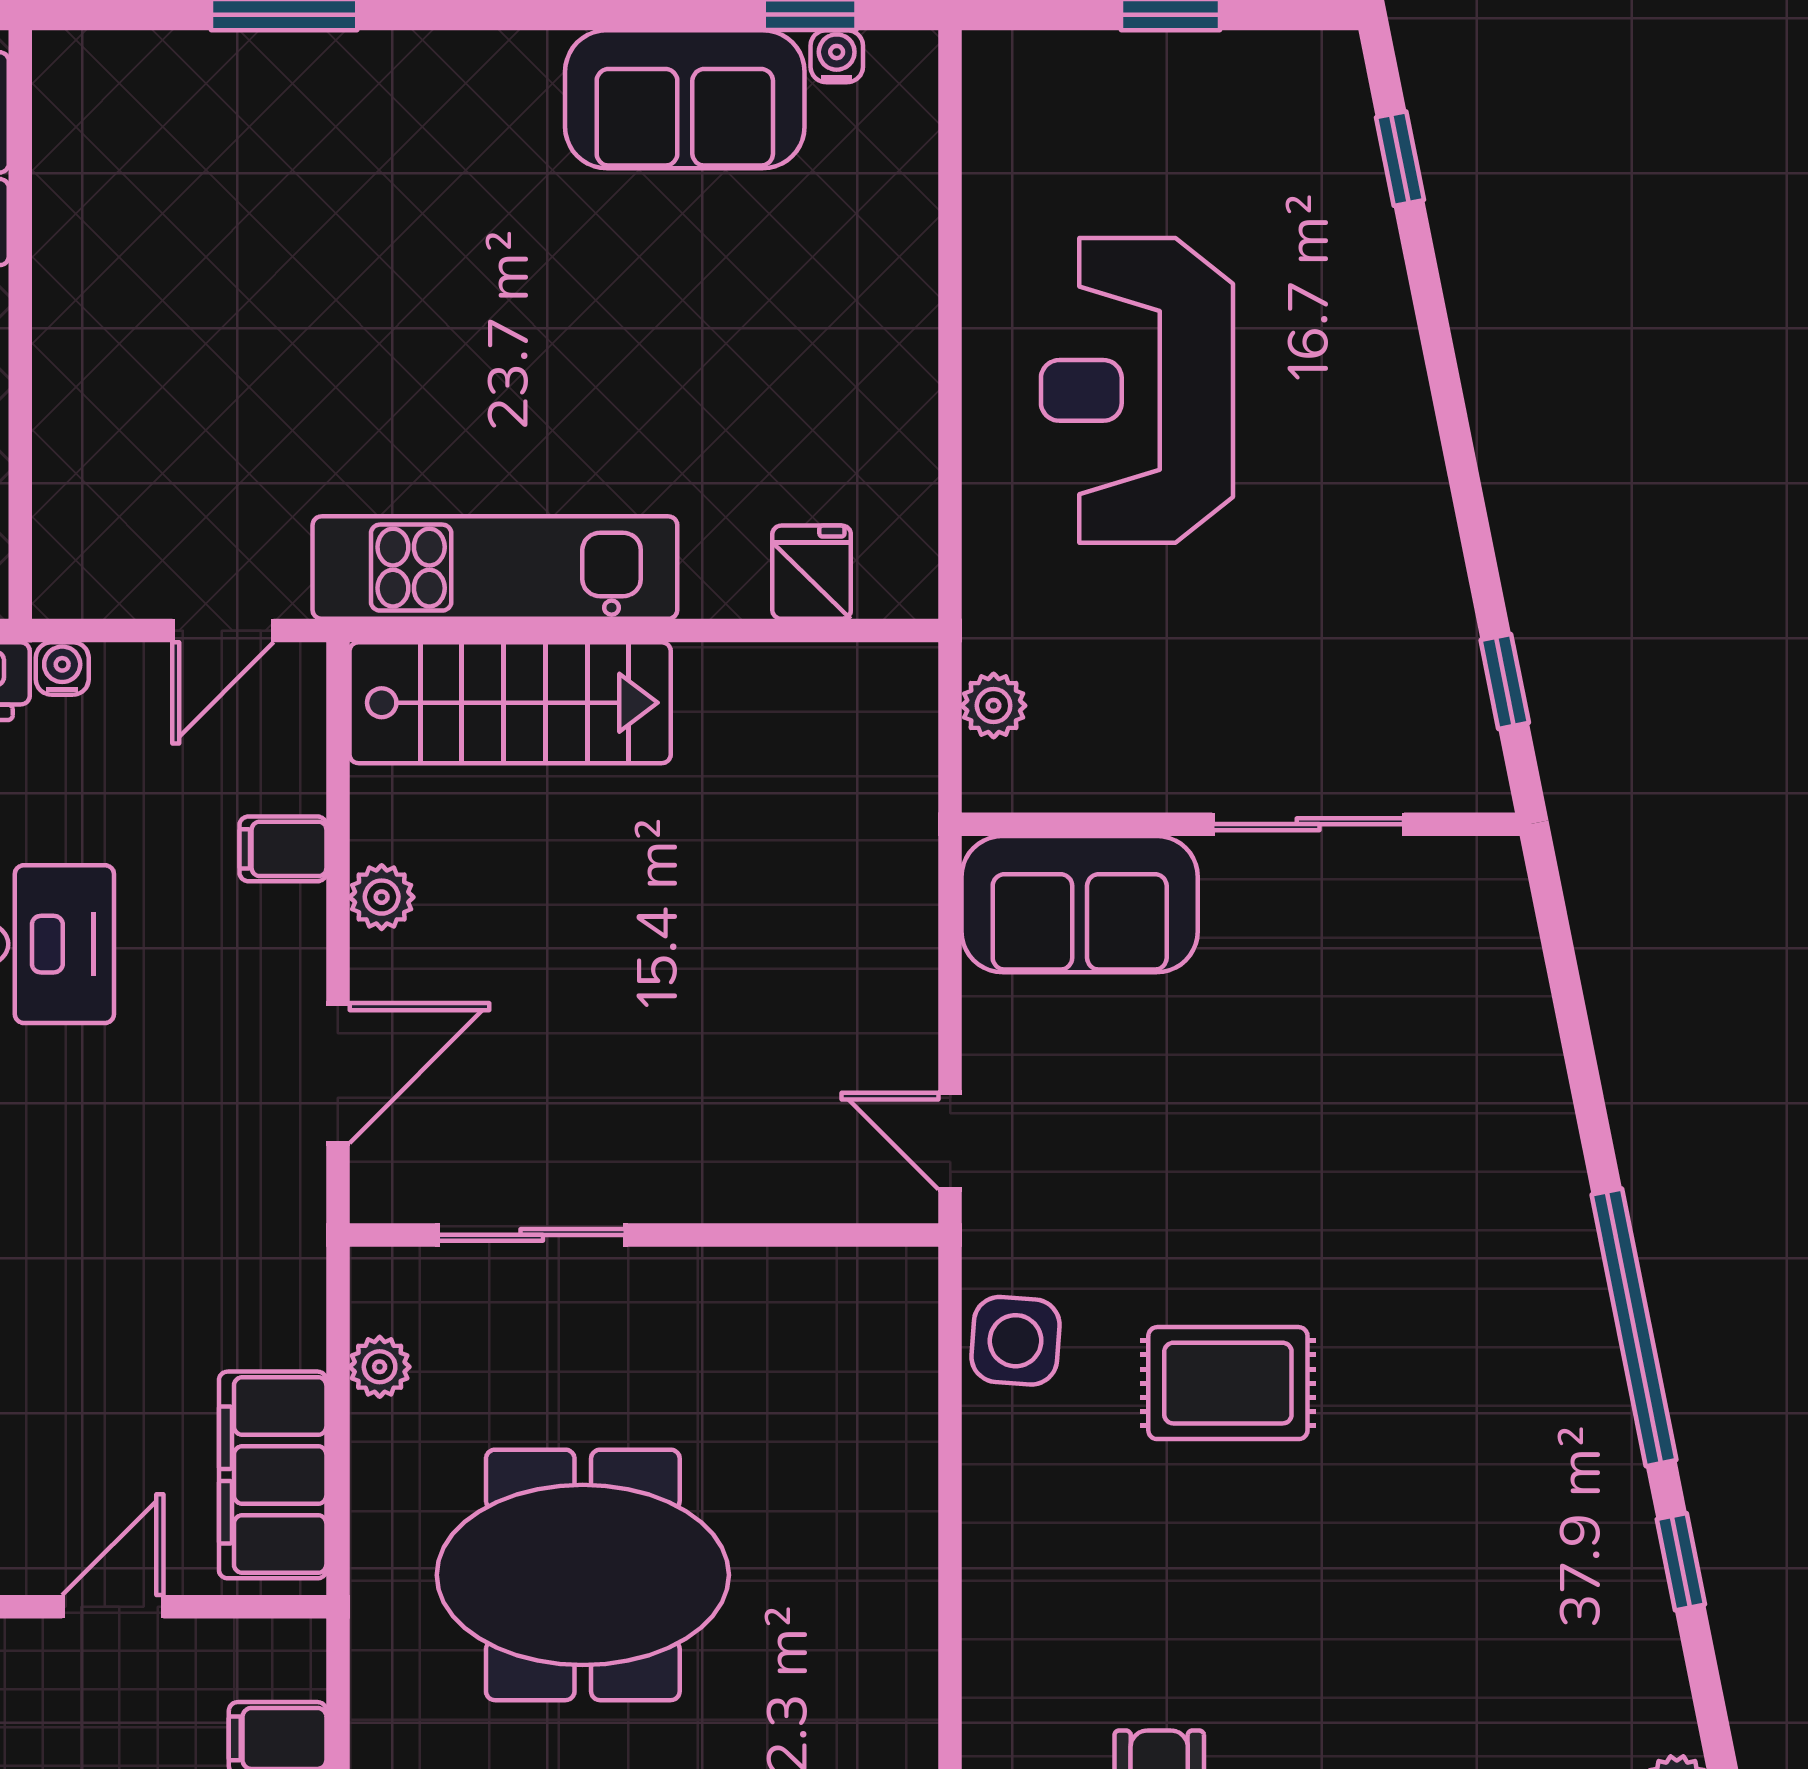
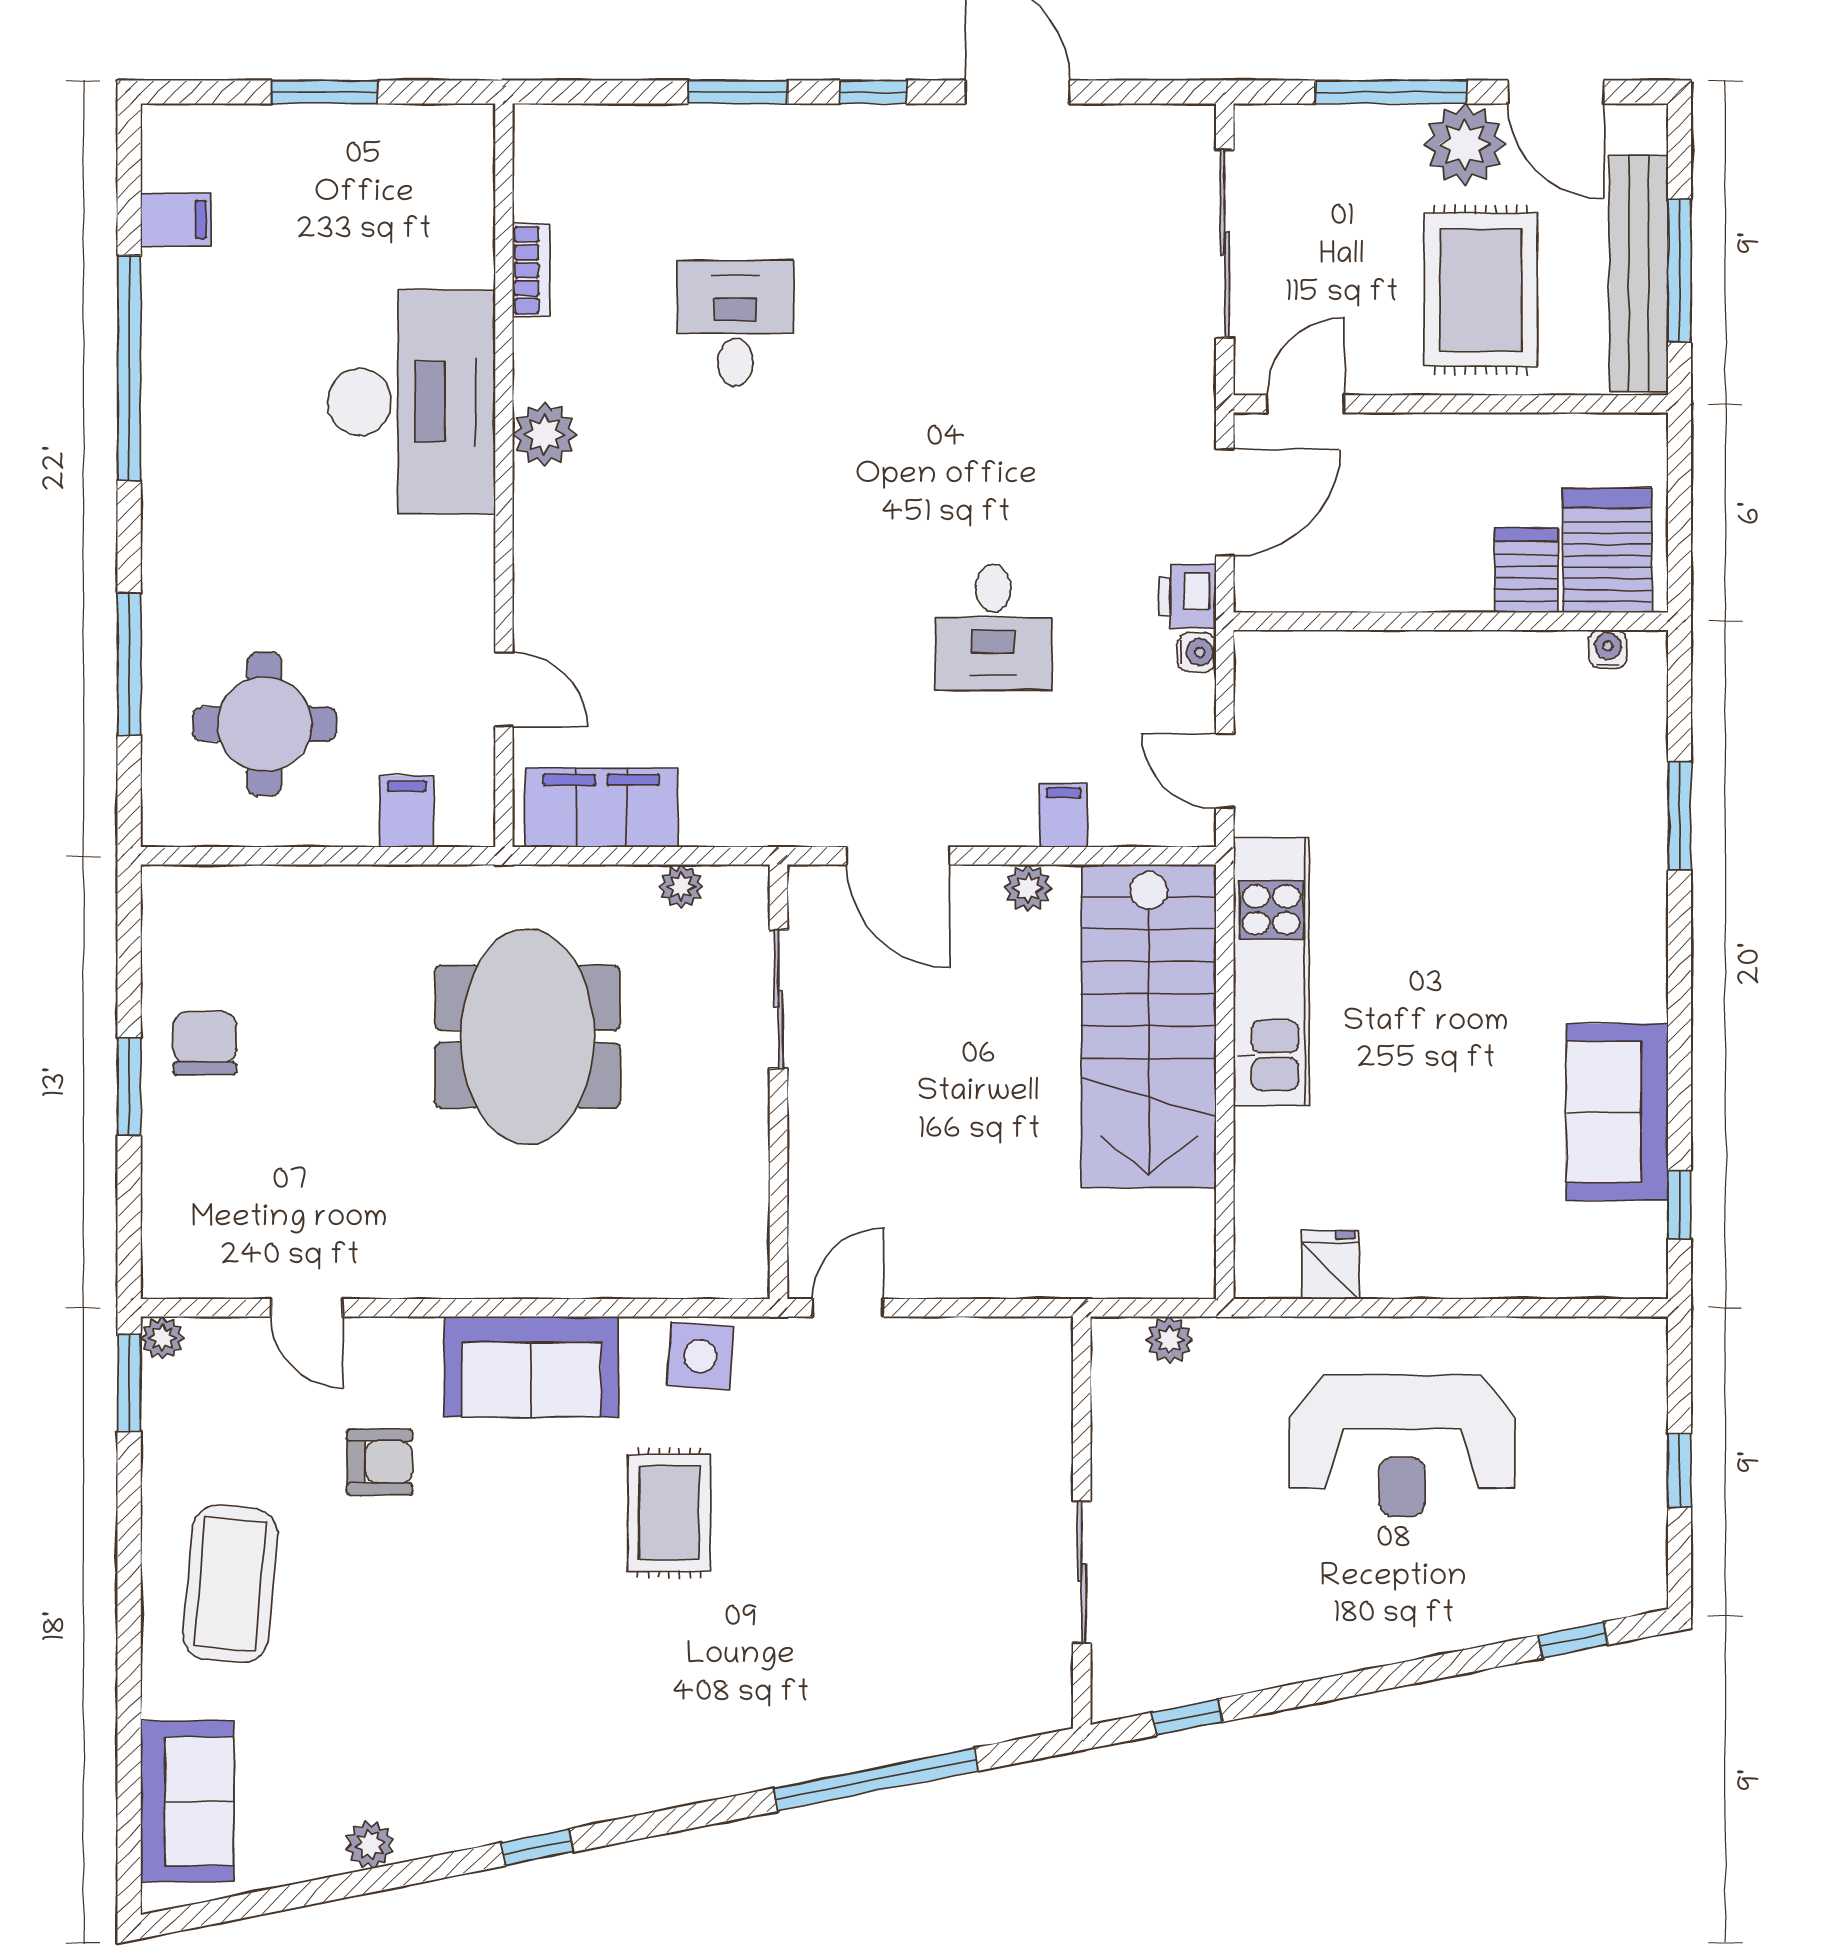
water cooler: (837, 56) -> (1608, 649), moved, turned -90
reception desk: (1137, 390) -> (1402, 1446), turned 180
fridge: (812, 572) -> (1330, 1265), moved, turned -90
stairs: (510, 703) -> (1149, 1026), width x1.36, depth x1.51
sofa: (1080, 904) -> (531, 1367), moved, turned -90
window: (1634, 1327) -> (876, 1780), moved

